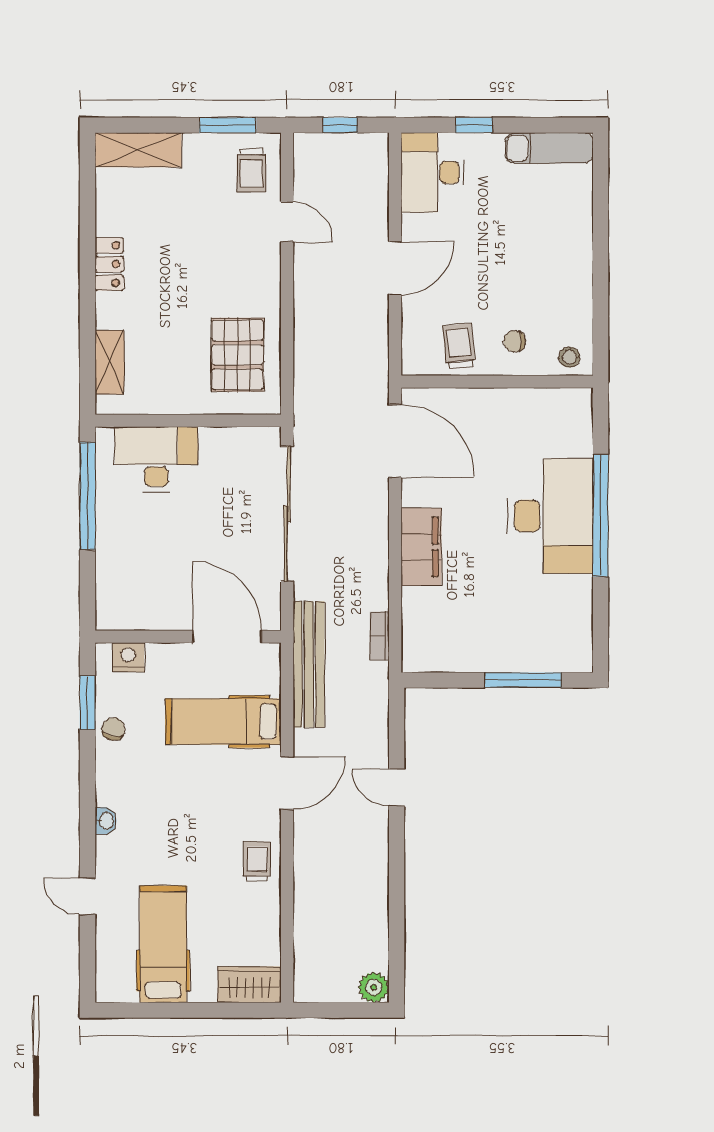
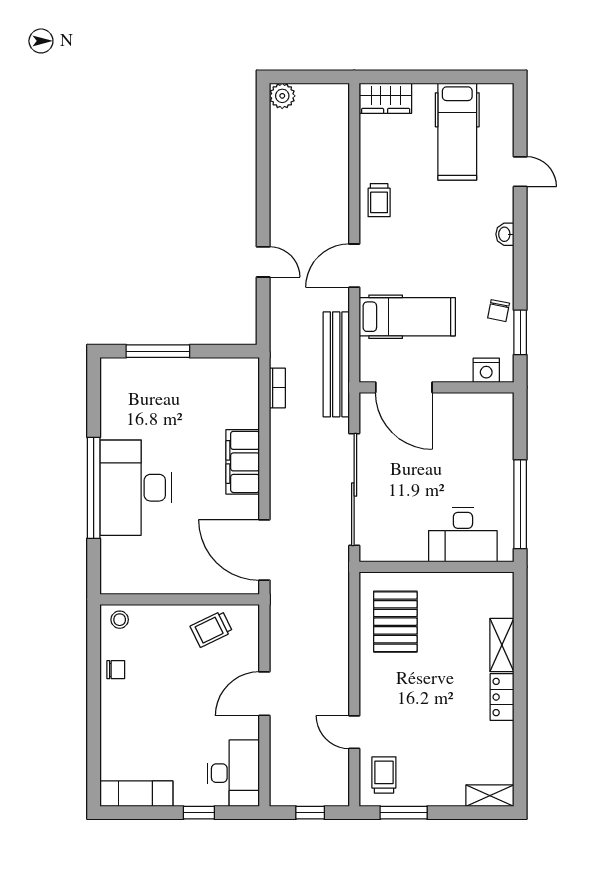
shelving: (138, 150) -> (490, 796), width x0.67, depth x0.75
chair: (514, 341) -> (116, 670), moved
trolley: (459, 346) -> (211, 629), turned 70
shelving: (109, 362) -> (502, 645), moved

